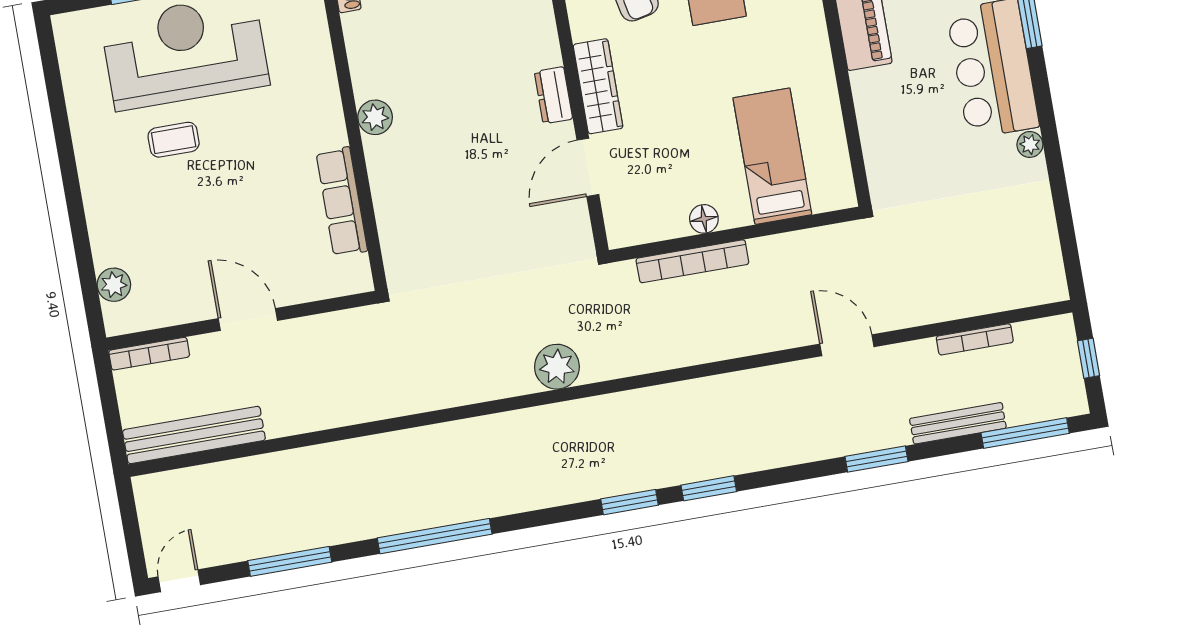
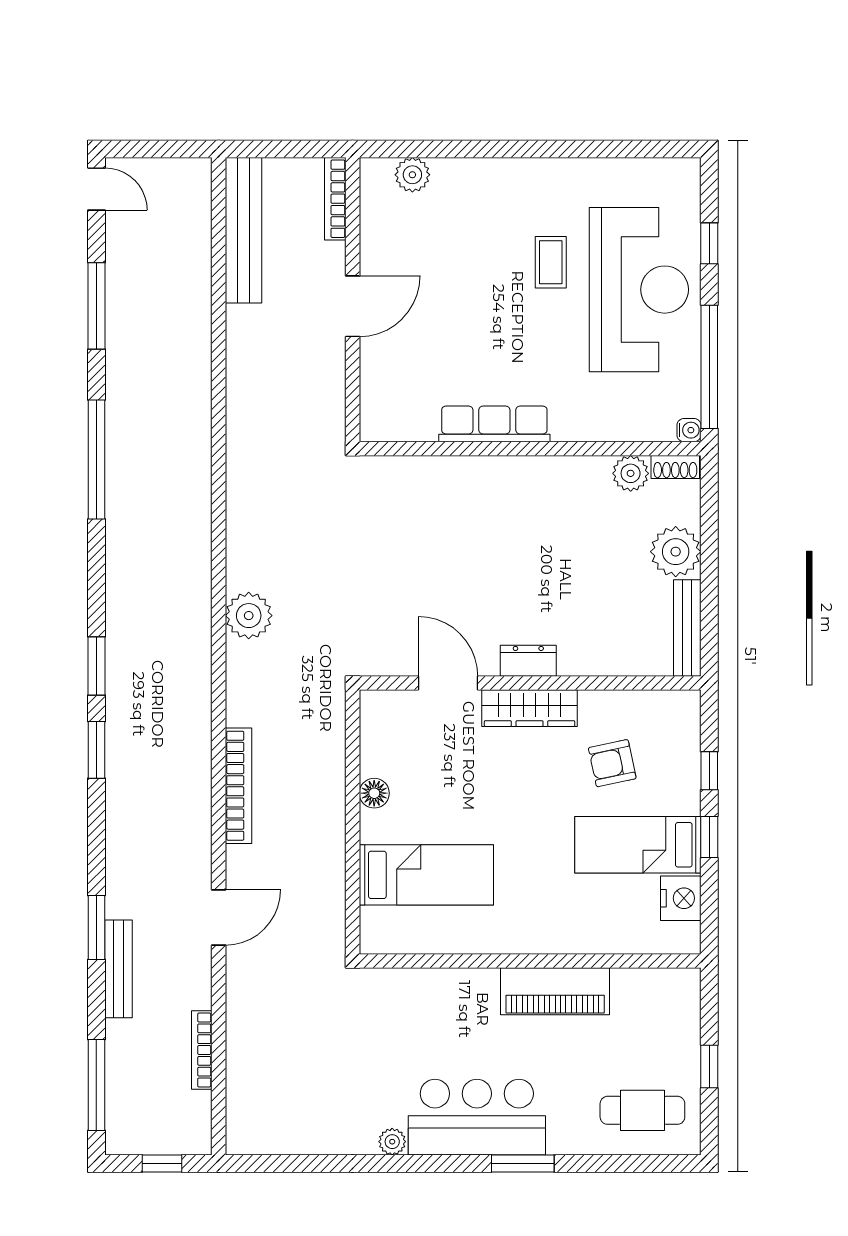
plant: (375, 117) -> (631, 473), moved
row of seats: (342, 202) -> (494, 424), moved
bookcase: (692, 261) -> (238, 786), moved, turned 180
bench: (958, 423) -> (119, 969), moved

